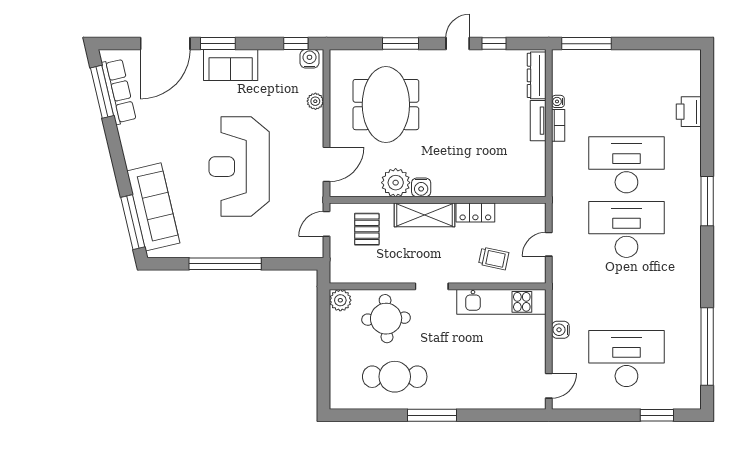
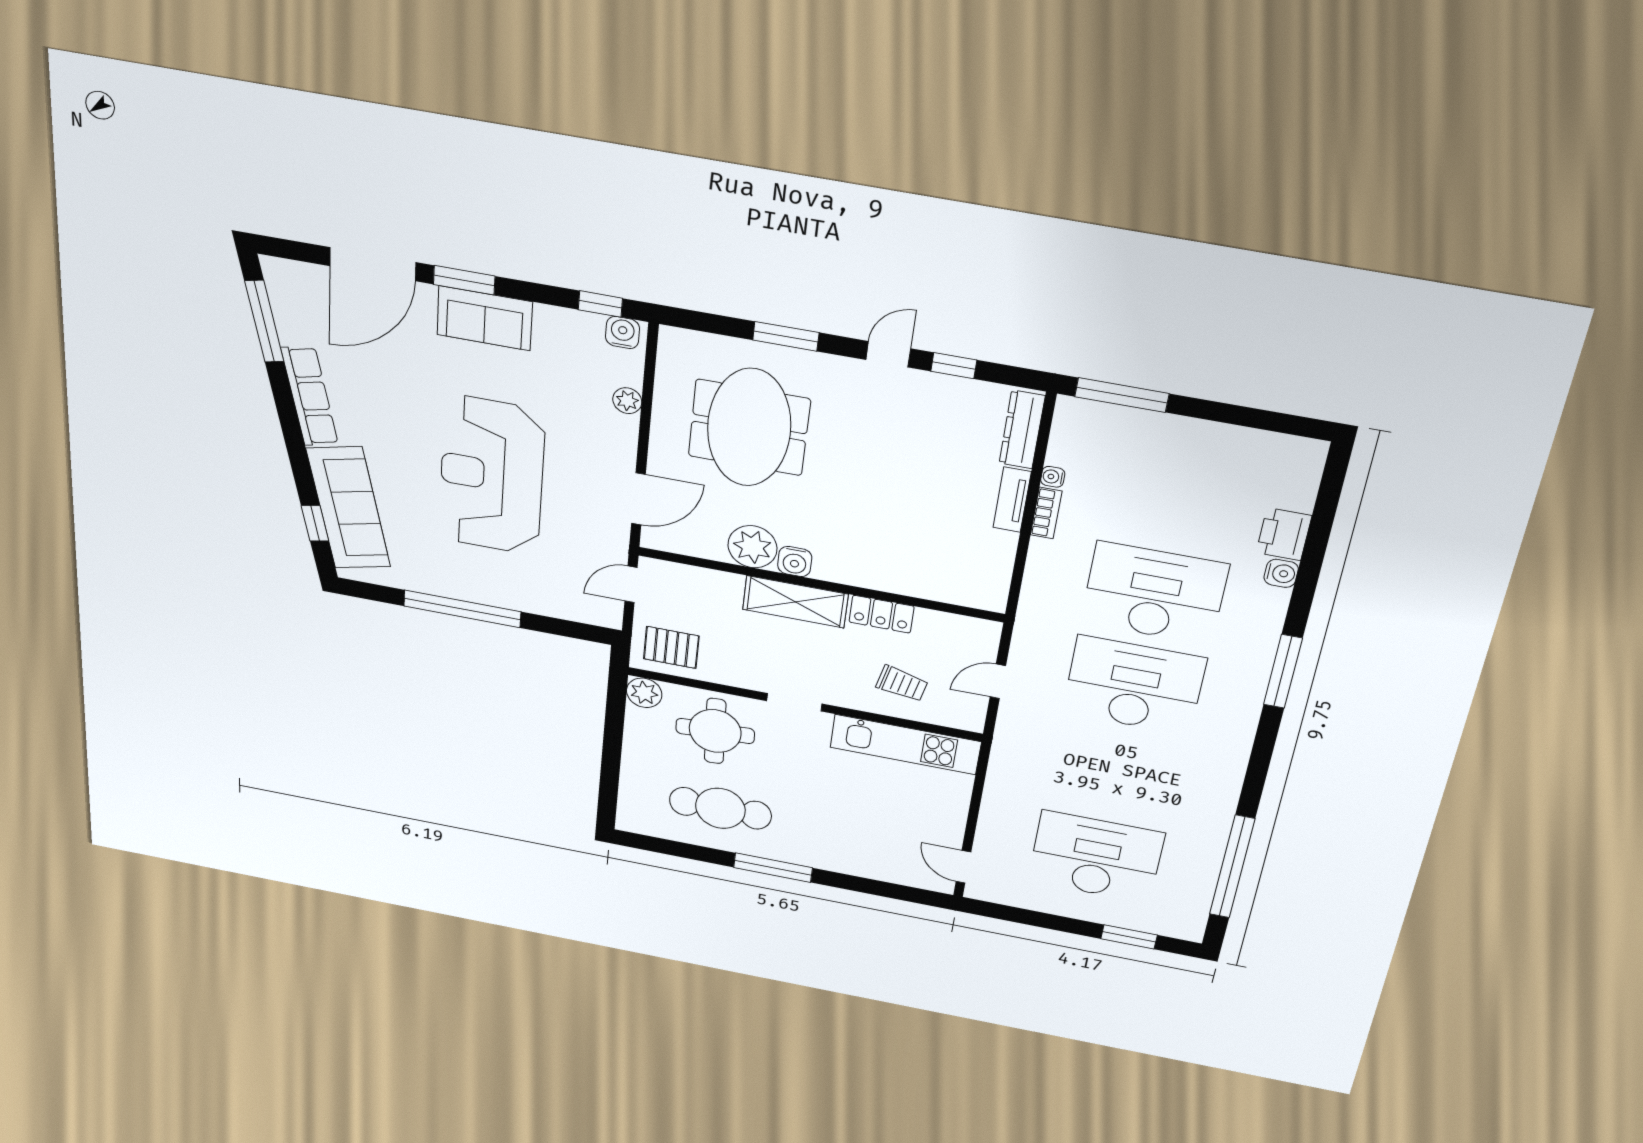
row of seats: (119, 91) -> (310, 396), moved
window: (133, 222) -> (315, 523), width x0.46
pallet: (367, 229) -> (671, 647), moved, turned 90
water cooler: (560, 330) -> (1281, 573), moved, turned 180
door: (549, 386) -> (963, 867), swing flipped

